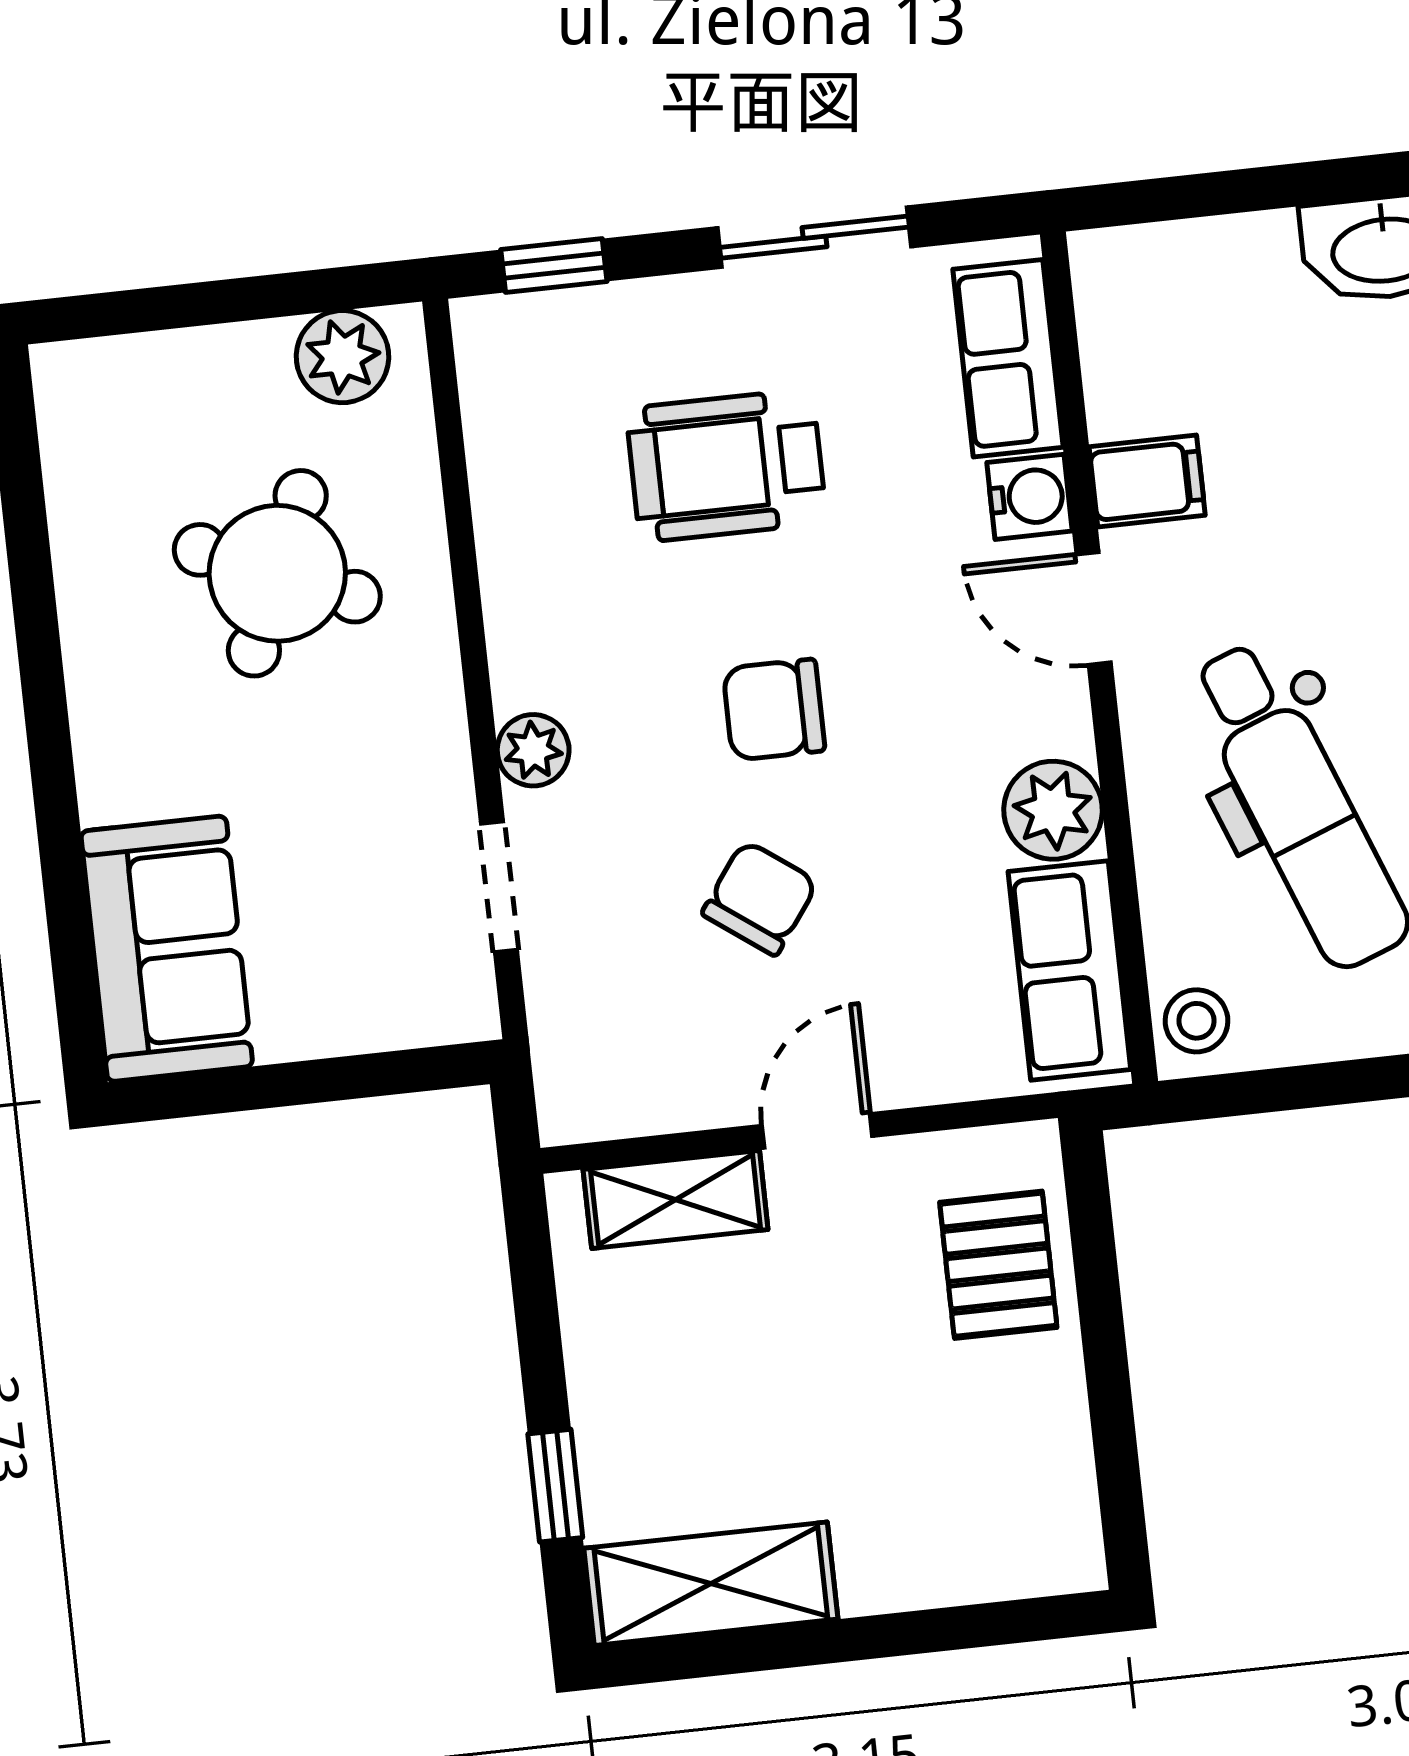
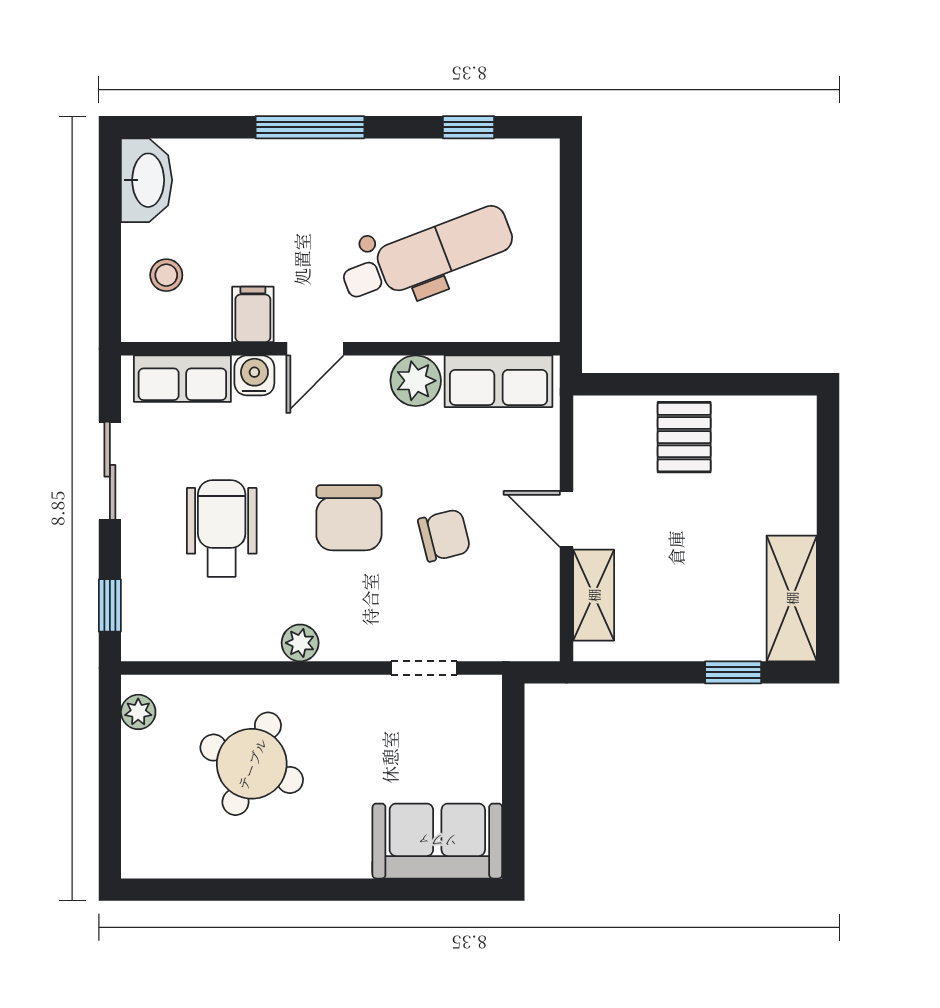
plant: (342, 357) -> (138, 712), width x0.73, depth x0.73
wheelchair: (726, 466) -> (222, 529), turned 180
chair: (774, 710) -> (349, 518), width x1.37, depth x1.37
plant: (533, 750) -> (300, 643), moved
chair: (760, 898) -> (444, 535), turned 130
stool: (1196, 1021) -> (166, 275), moved
pallet: (998, 1265) -> (684, 437), moved, turned 90

